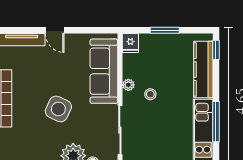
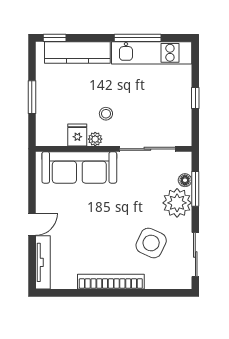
fridge: (130, 43) -> (77, 135), moved, turned -90
side table: (58, 109) -> (151, 243), moved

